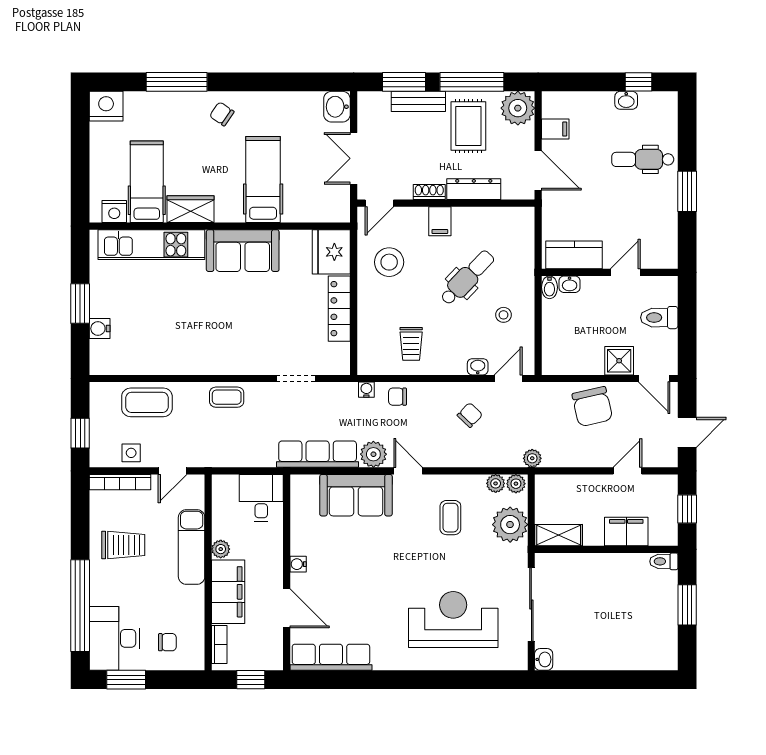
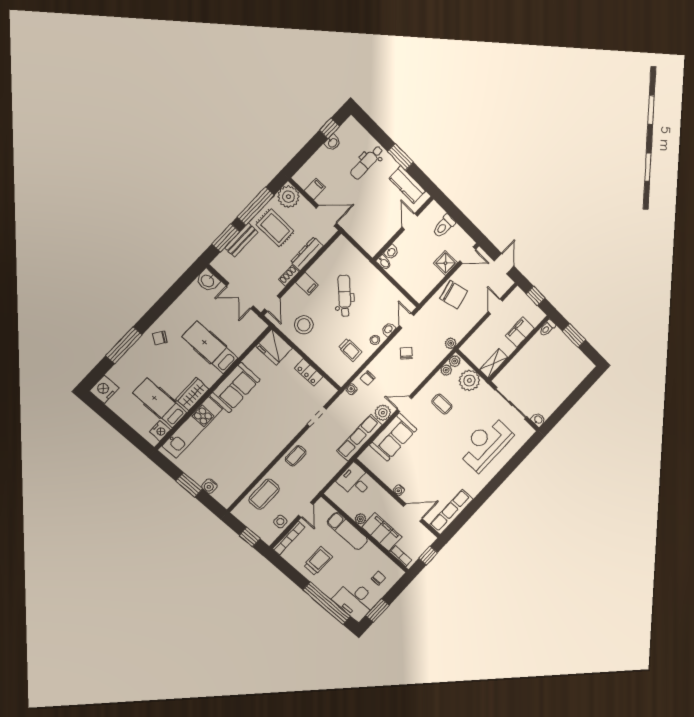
kitchen counter: (574, 255) -> (407, 185), moved, turned -90
locker: (339, 309) -> (309, 372), width x0.66
stool: (504, 315) -> (375, 340), moved

